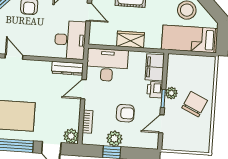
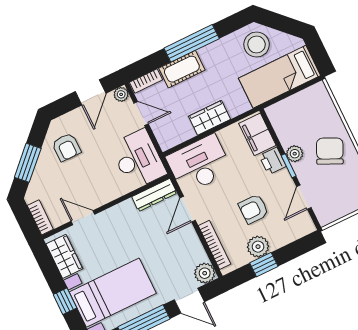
armchair: (125, 113) -> (254, 209), turned 180
bookcase: (88, 122) -> (214, 245), width x1.56

